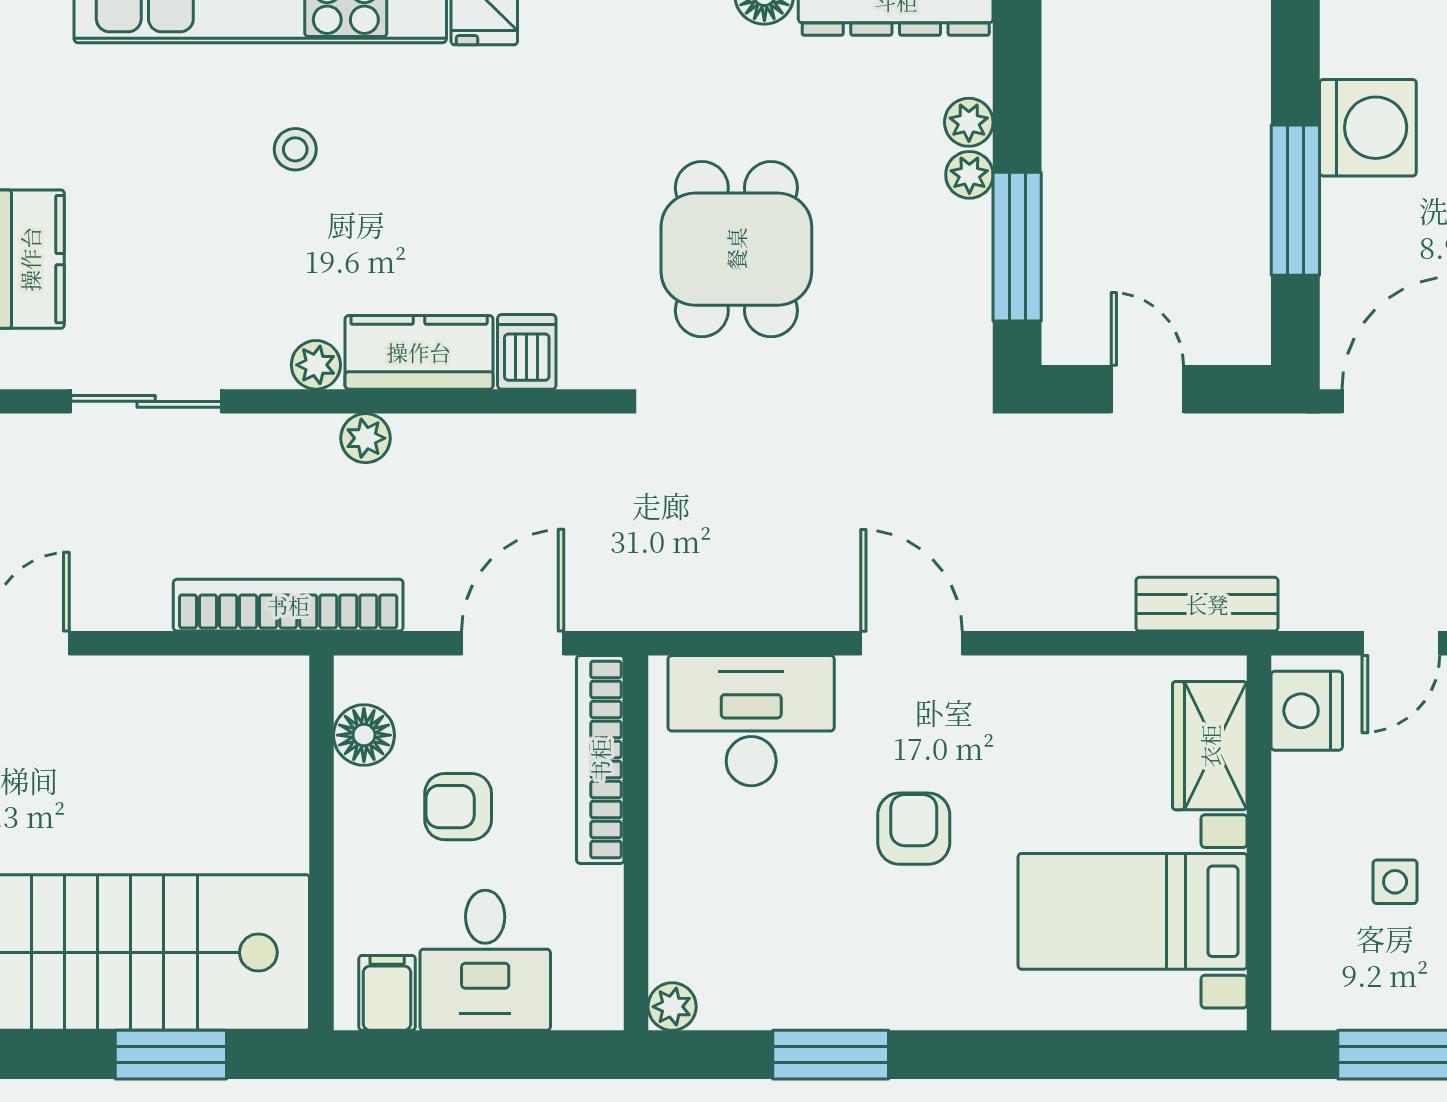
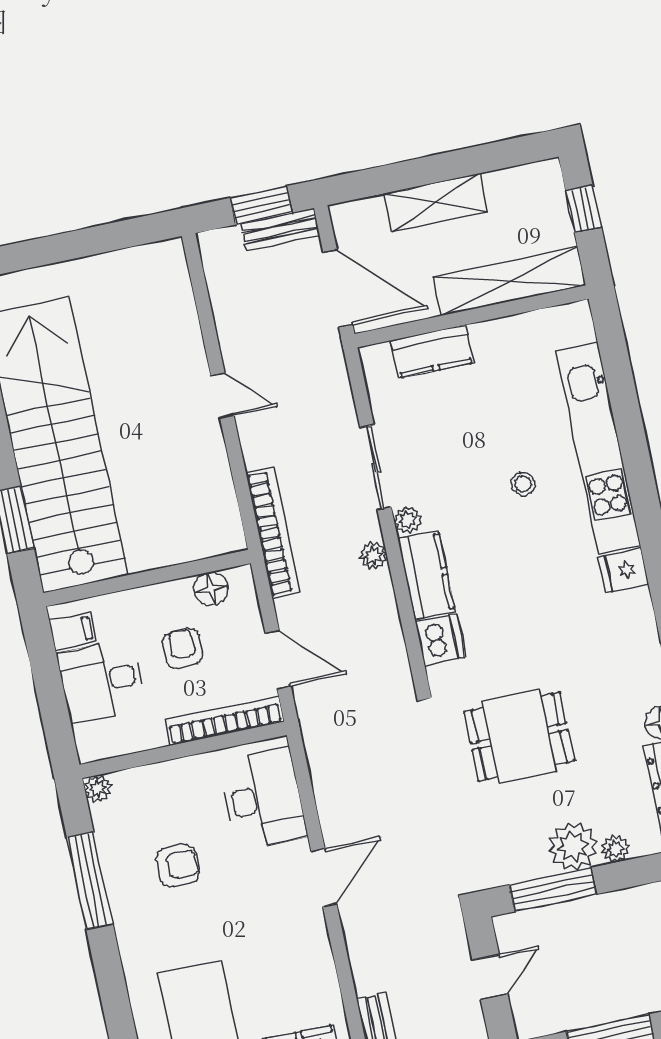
plant: (969, 175) -> (573, 846), width x1.88, depth x1.88
dishwasher: (527, 352) -> (440, 640), width x1.38
sliding door: (146, 401) -> (376, 467), moved
armchair: (914, 829) -> (178, 865), moved
window: (831, 1055) -> (90, 881), width x1.44

